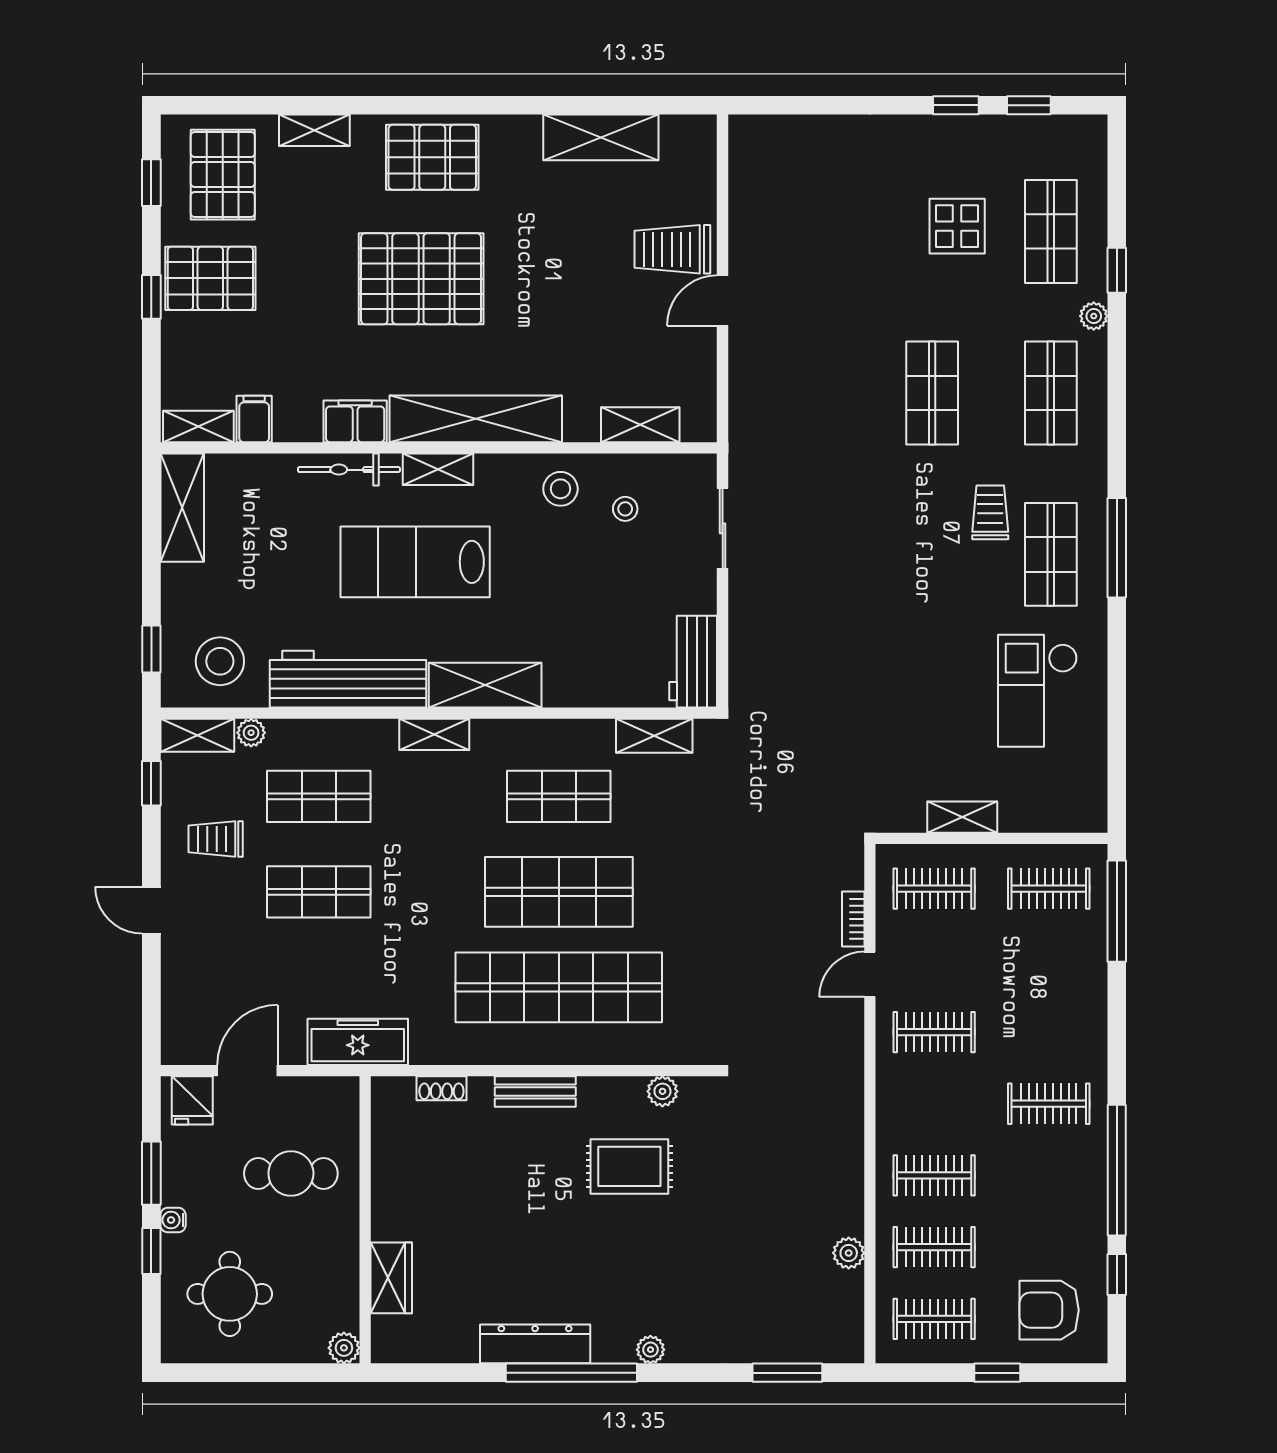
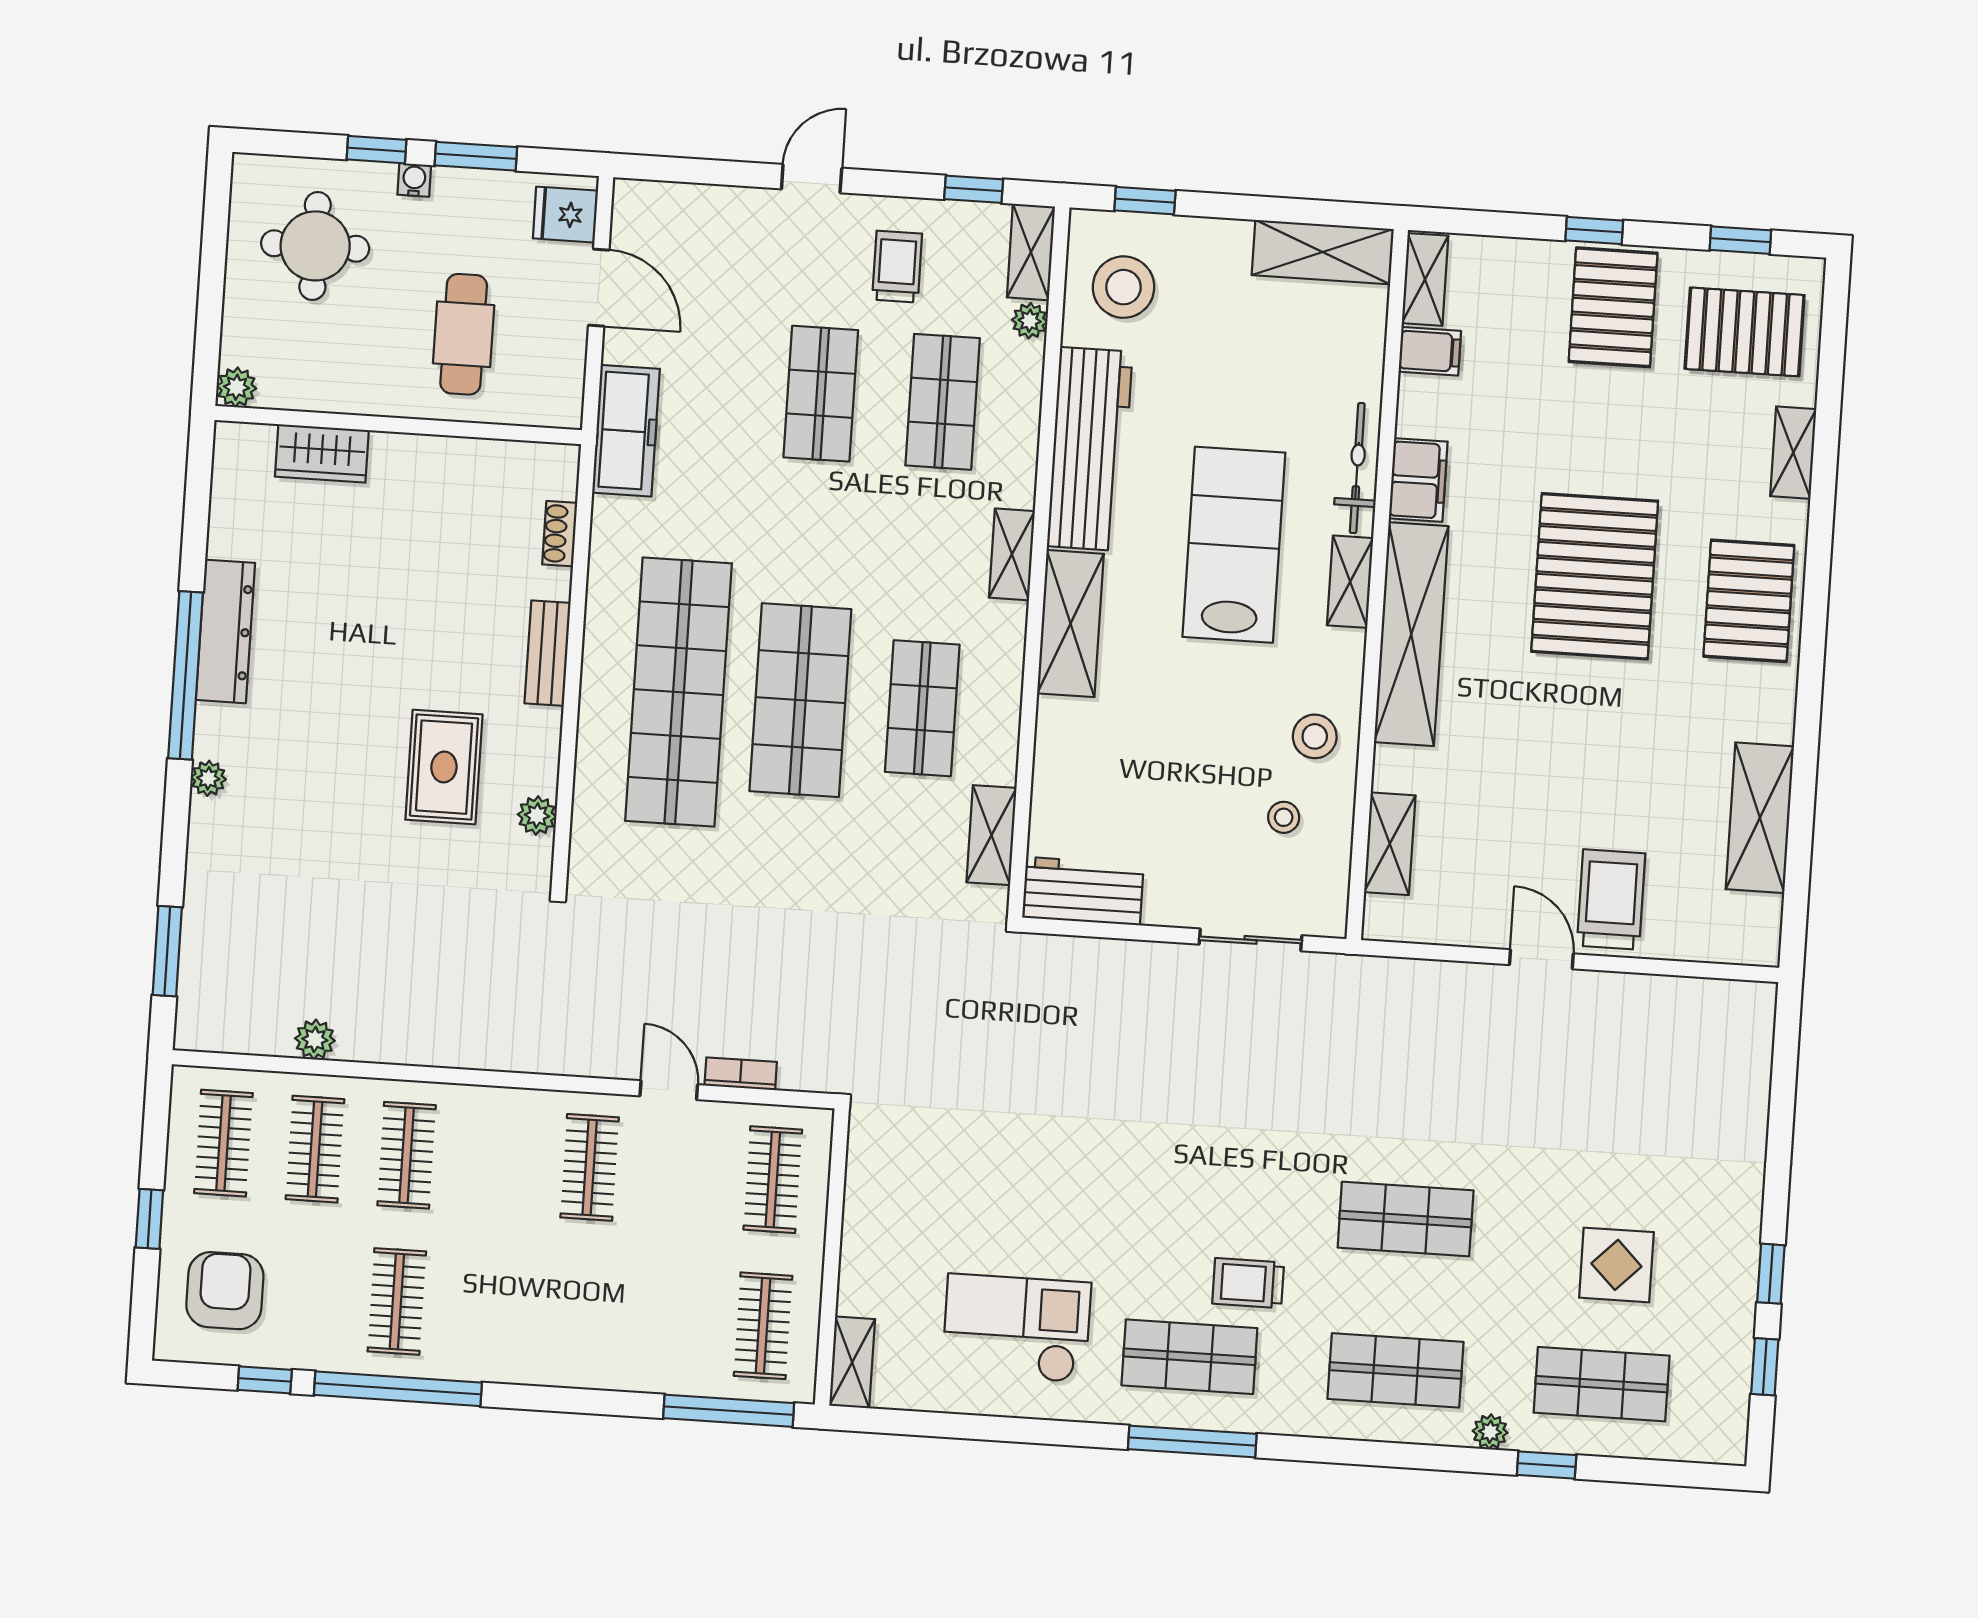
trolley: (990, 512) -> (1248, 1283), turned 180
shelving: (962, 817) -> (852, 1362), moved
clothes rail: (1049, 1104) -> (397, 1301), moved

